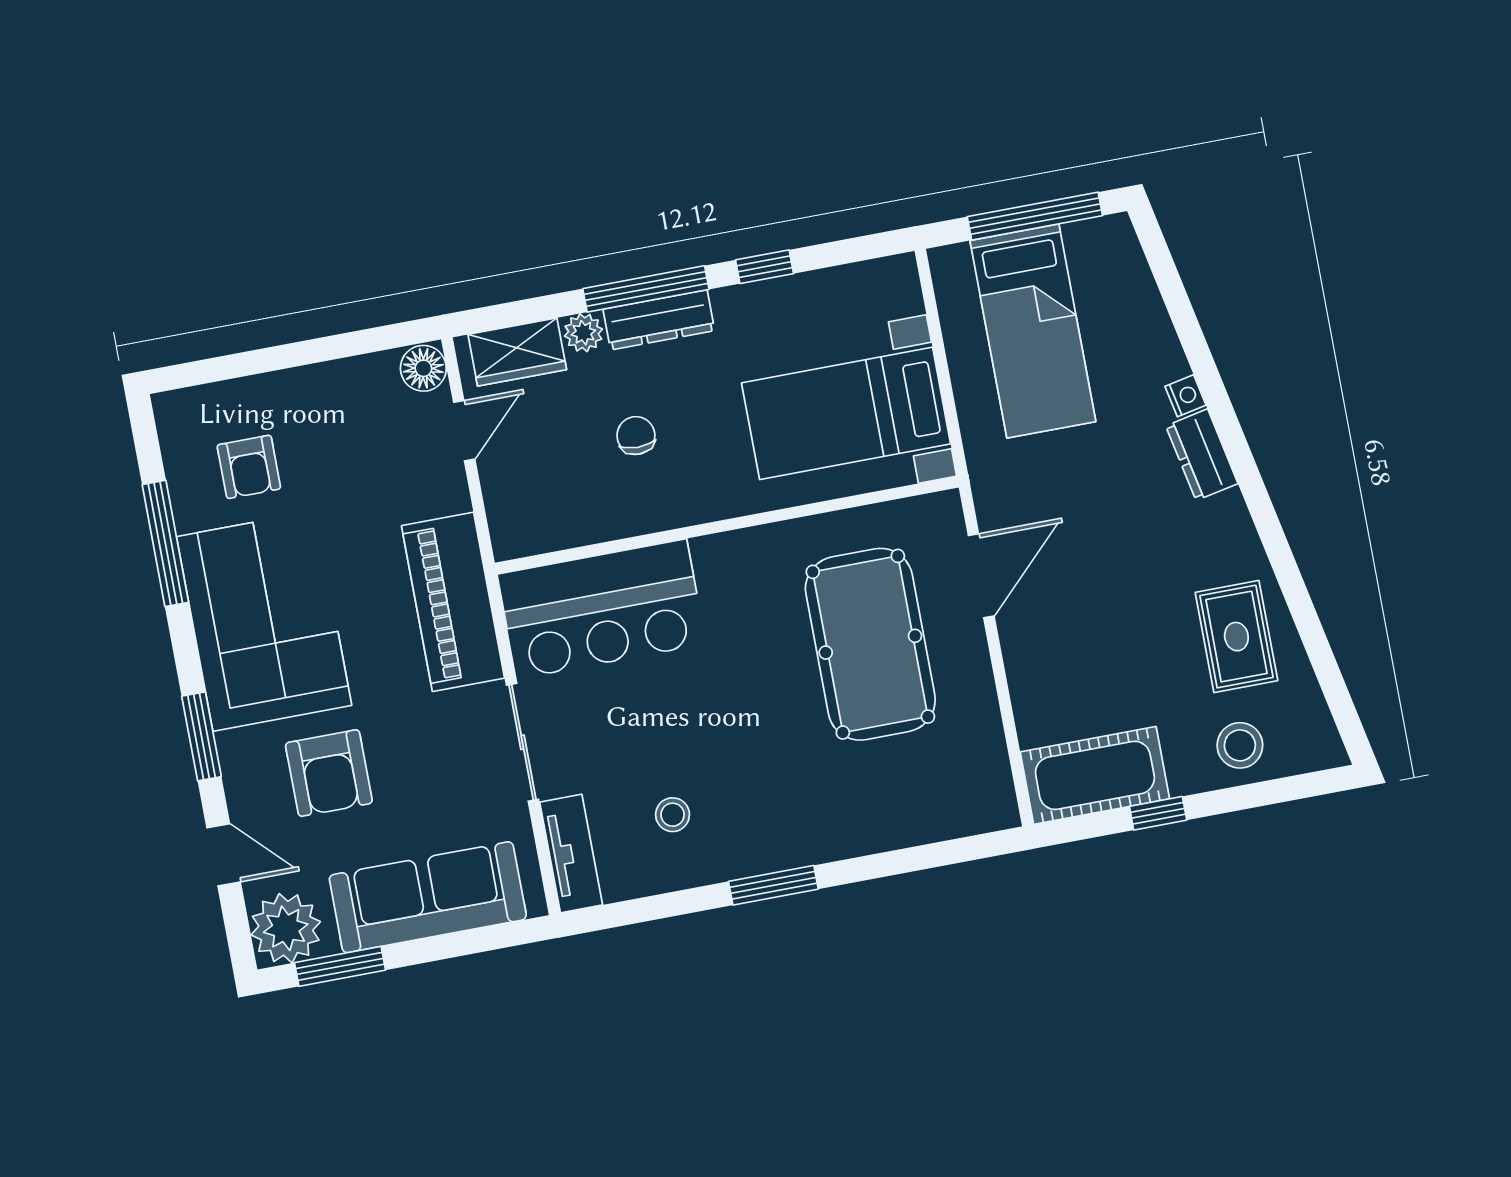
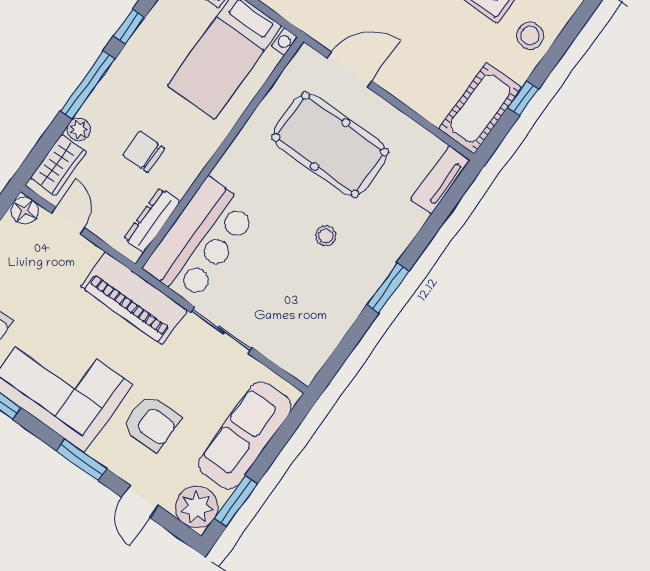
dresser: (659, 320) -> (152, 220), moved, turned 180
chair: (636, 436) -> (144, 152), width x1.37, depth x1.37
door: (981, 576) -> (349, 70), hinge flipped
stool: (673, 815) -> (326, 236), moved
tv unit: (571, 854) -> (440, 180), moved, turned -90
door: (224, 855) -> (140, 501), swing flipped

